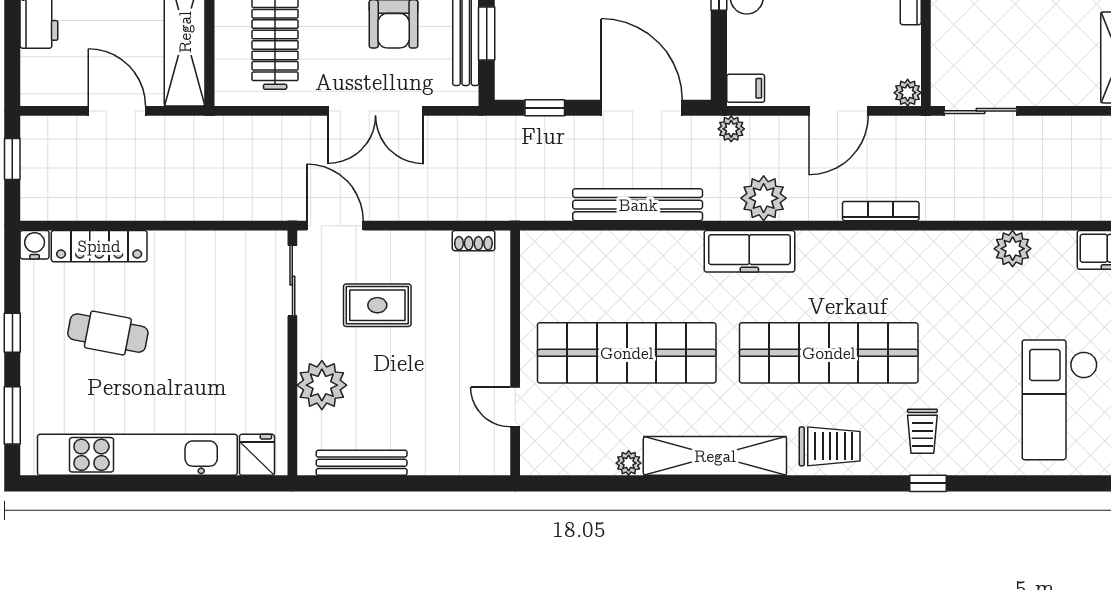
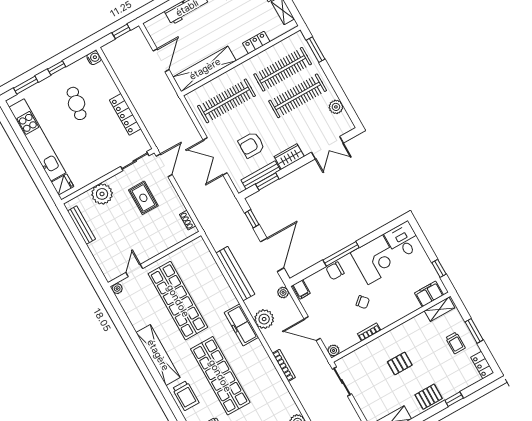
locker: (99, 246) -> (125, 114), moved
plant: (629, 463) -> (117, 289), moved

